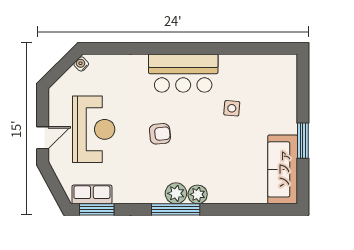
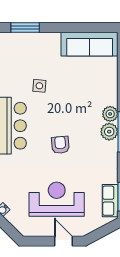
window: (303, 141) -> (25, 27), moved

